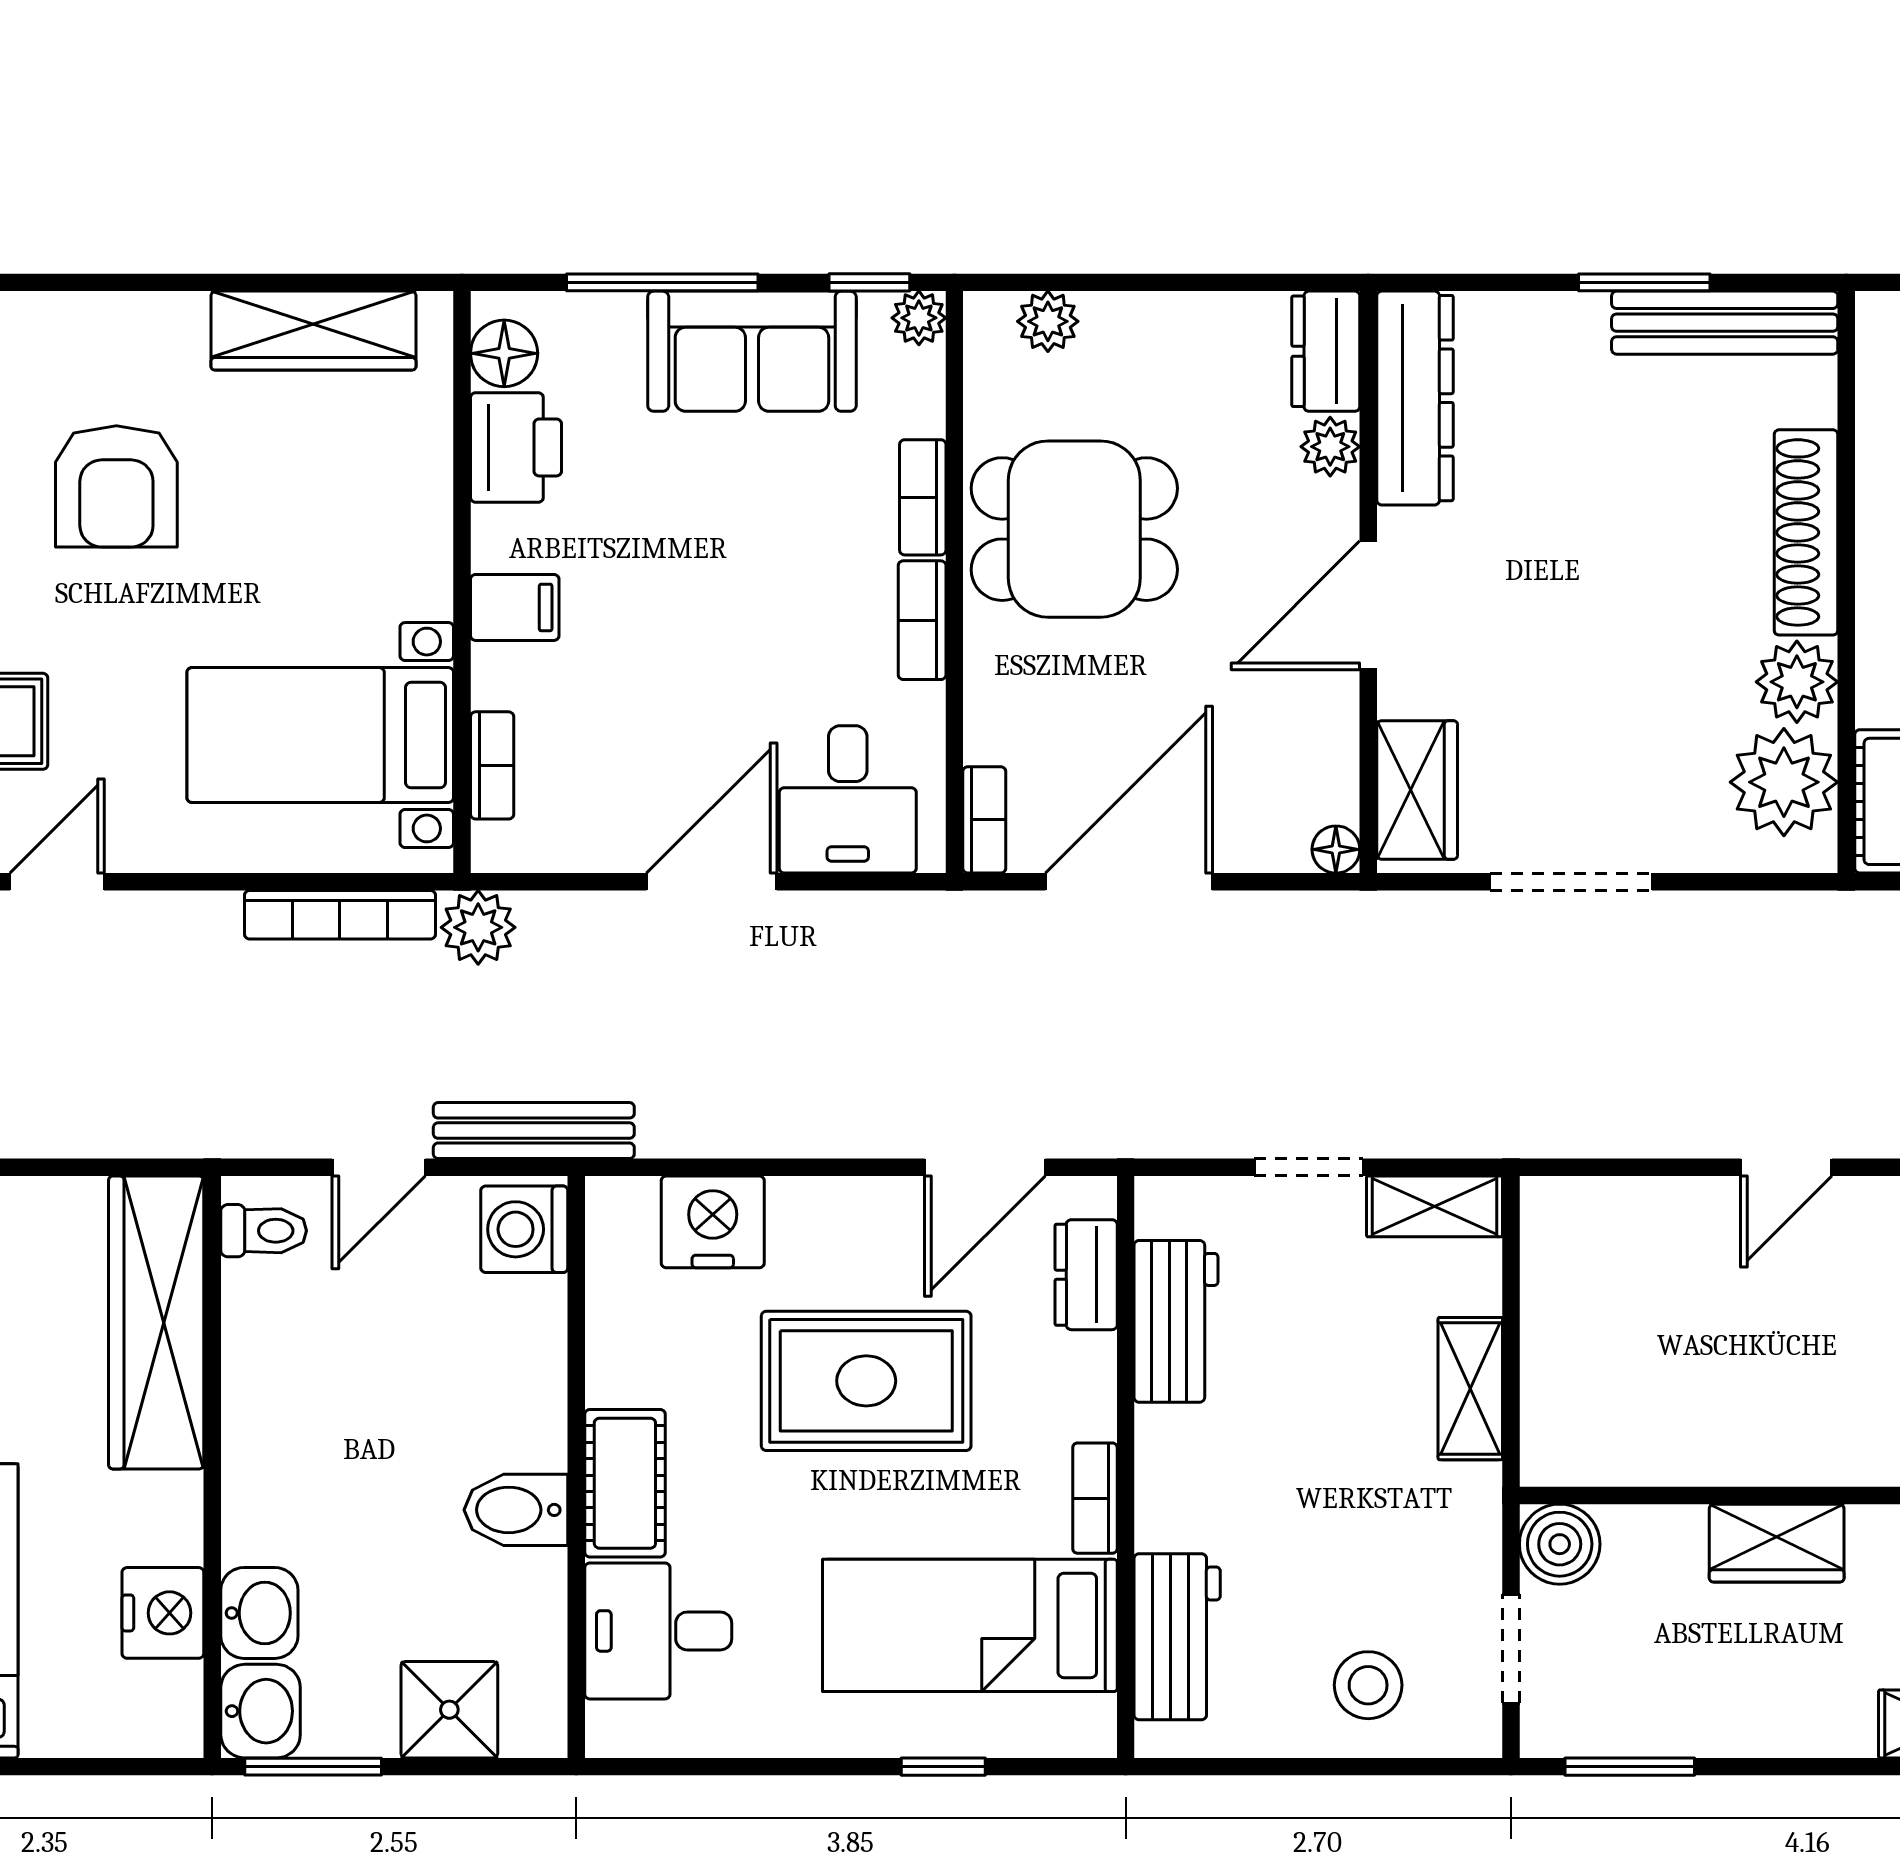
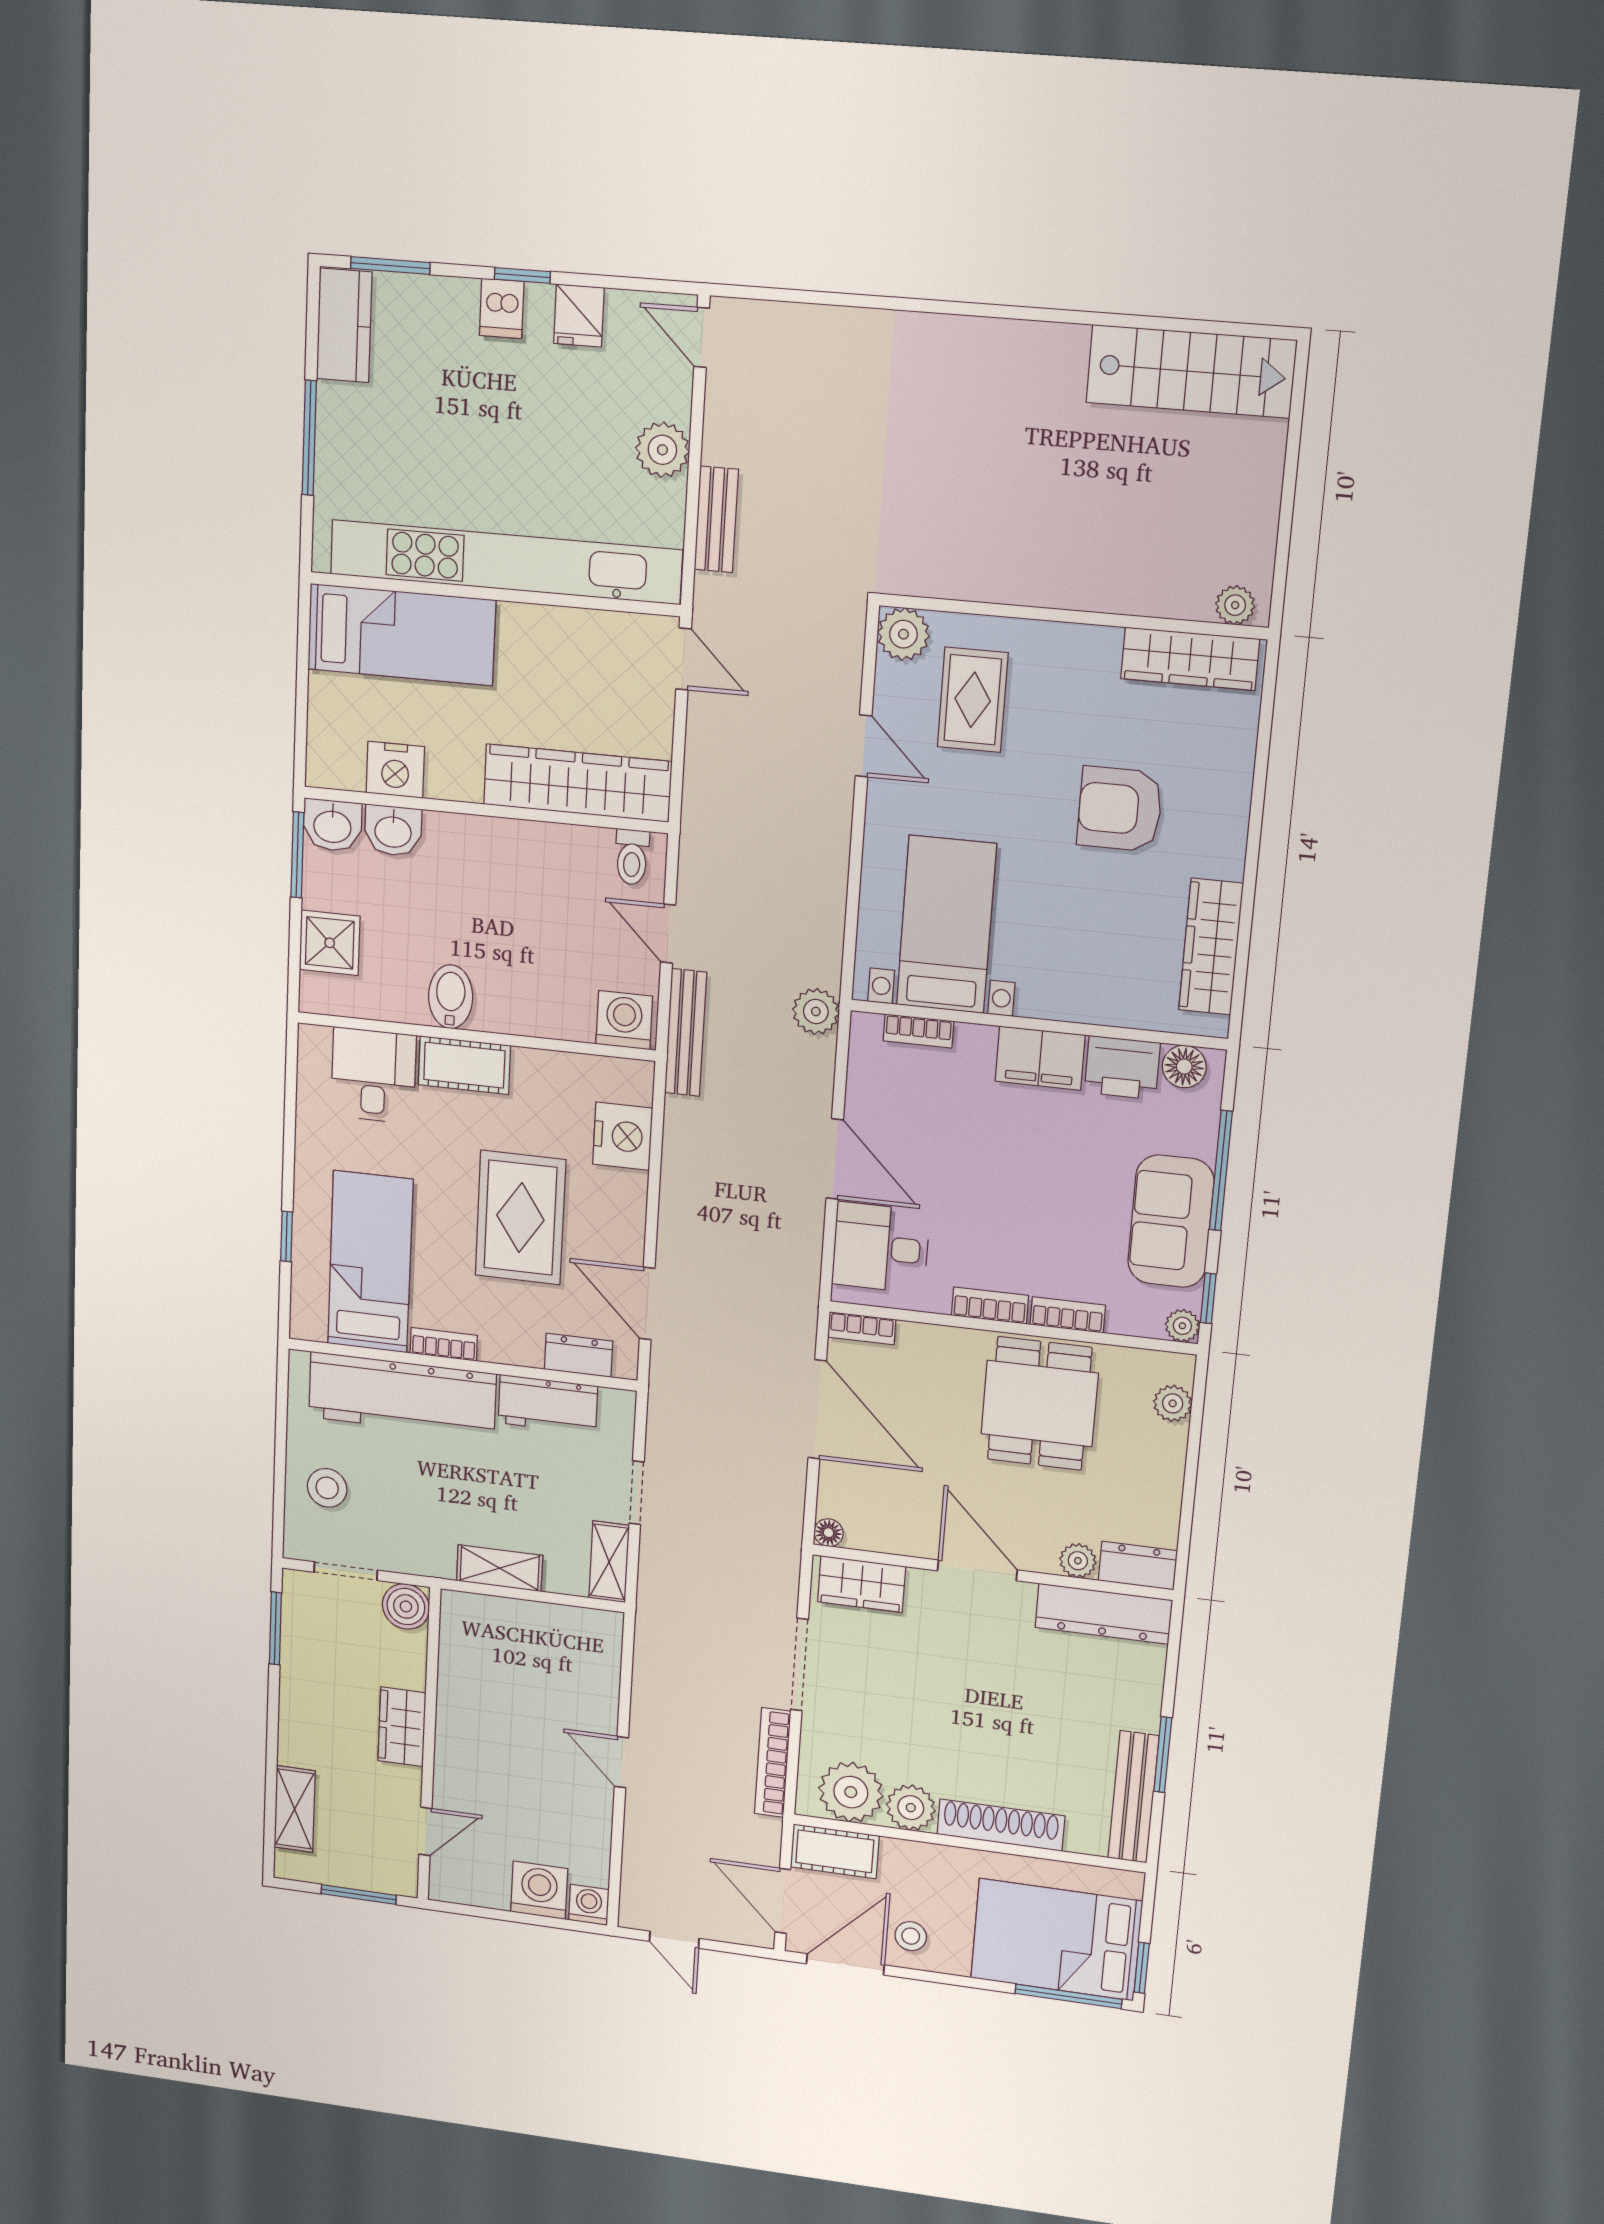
filing cabinet: (515, 607) -> (1040, 1058), width x2.00
bookcase: (340, 915) -> (773, 1763), moved
workbench: (1177, 1637) -> (402, 1395), width x1.88, depth x1.32

